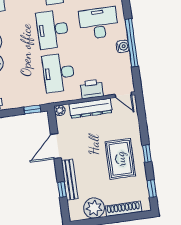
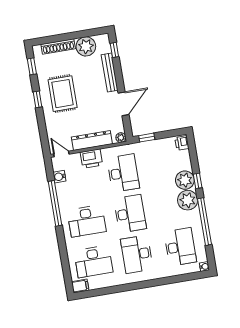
water cooler: (123, 46) -> (59, 177), moved
window: (62, 189) -> (114, 50), moved

